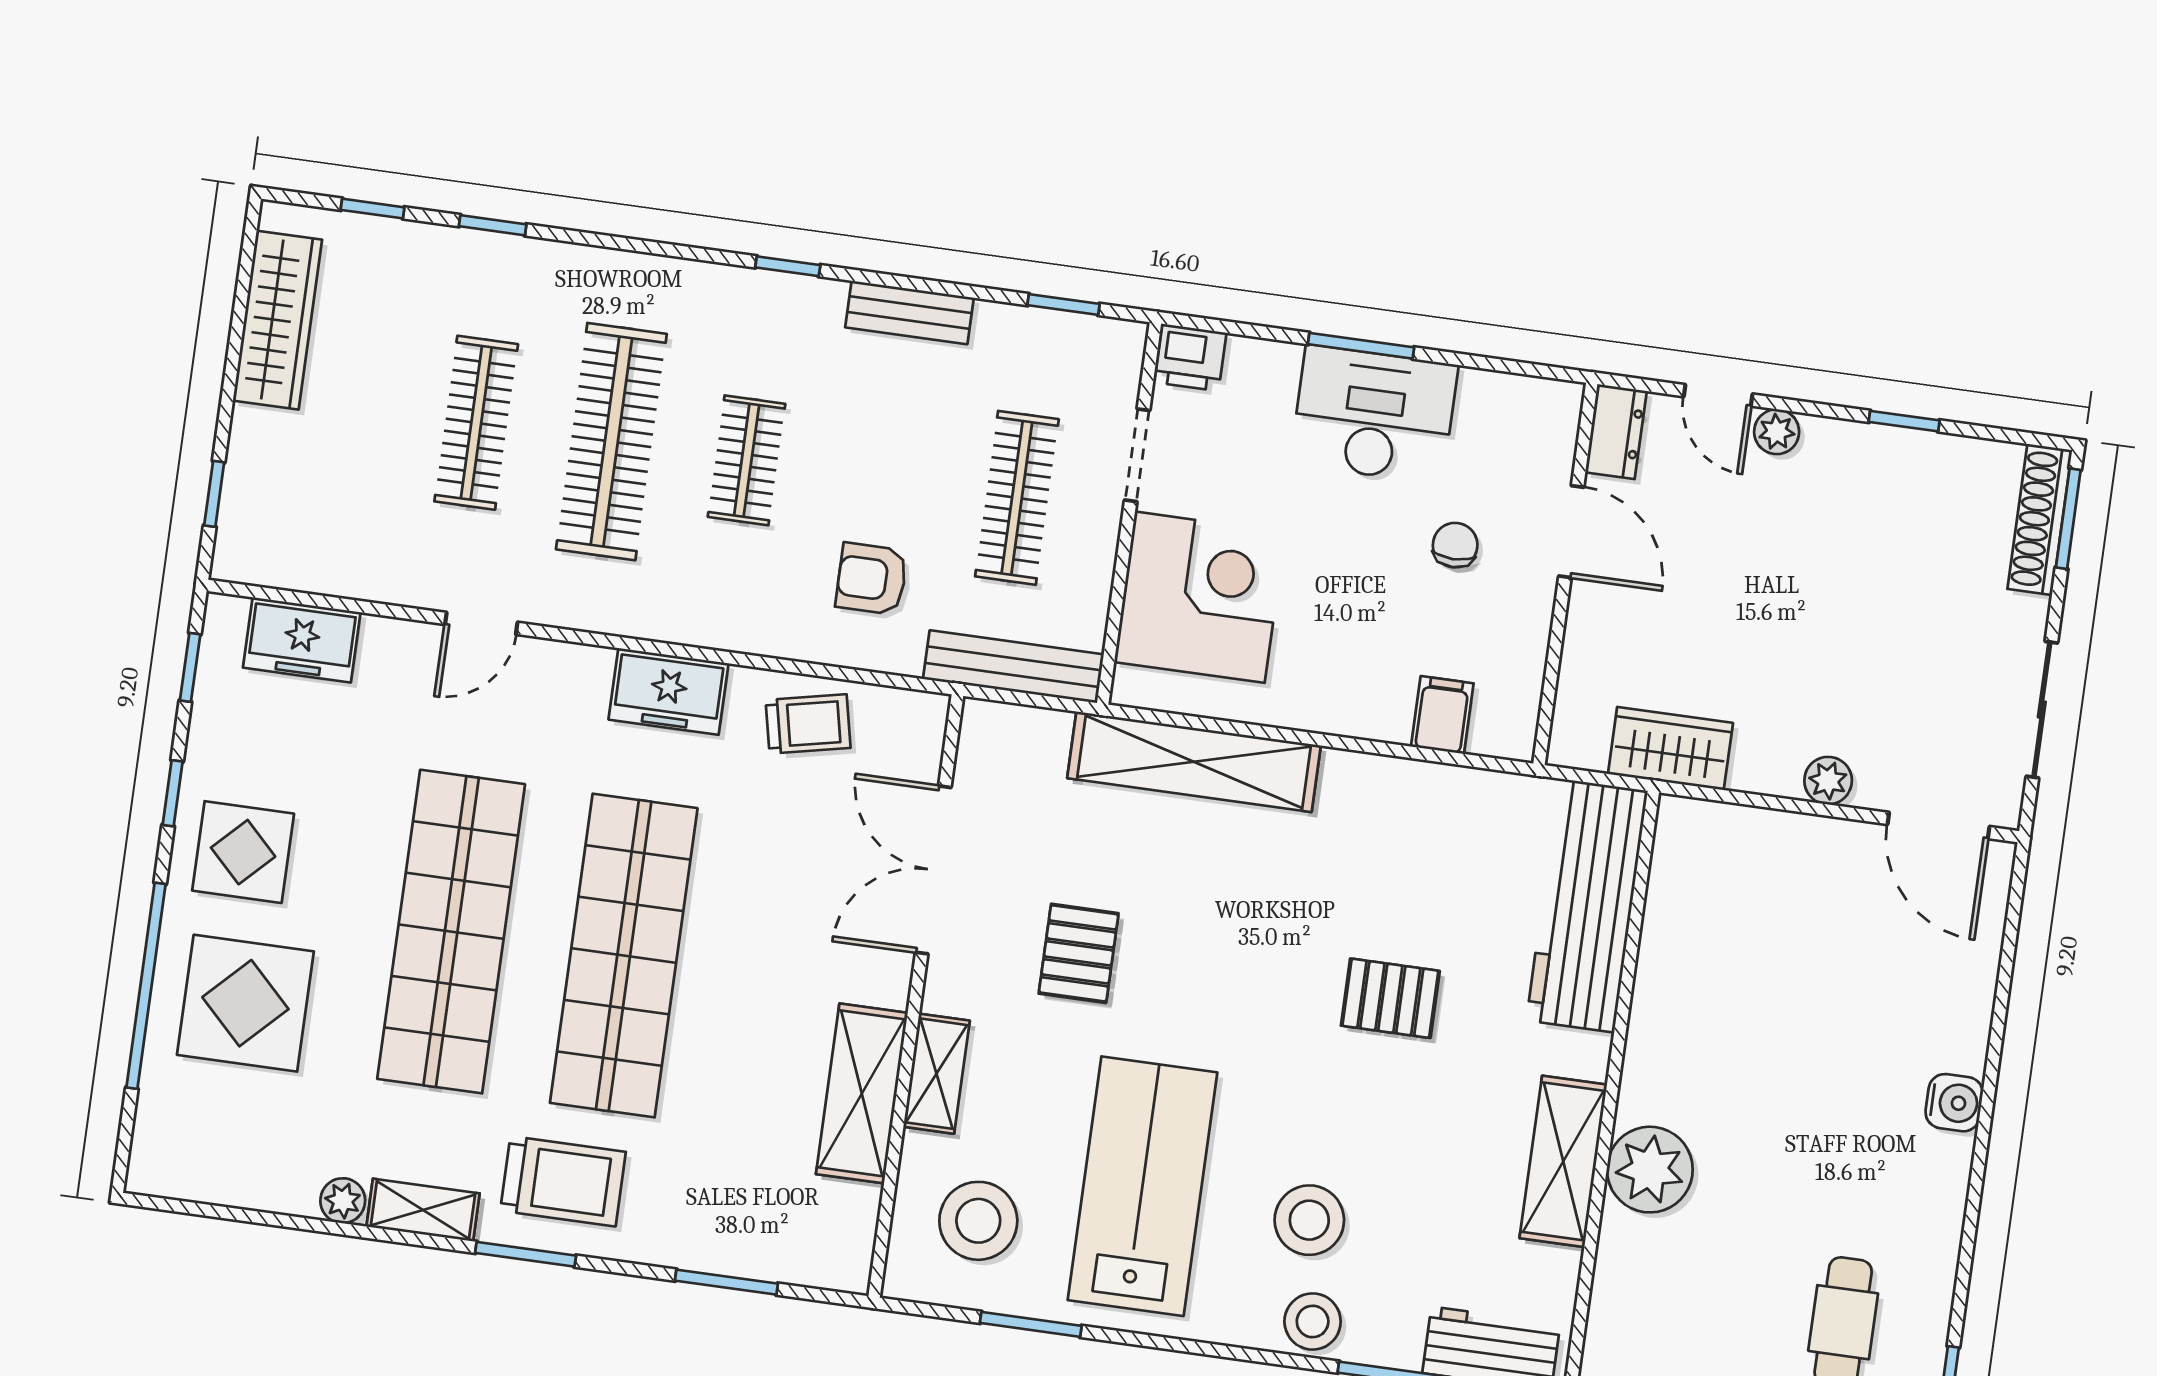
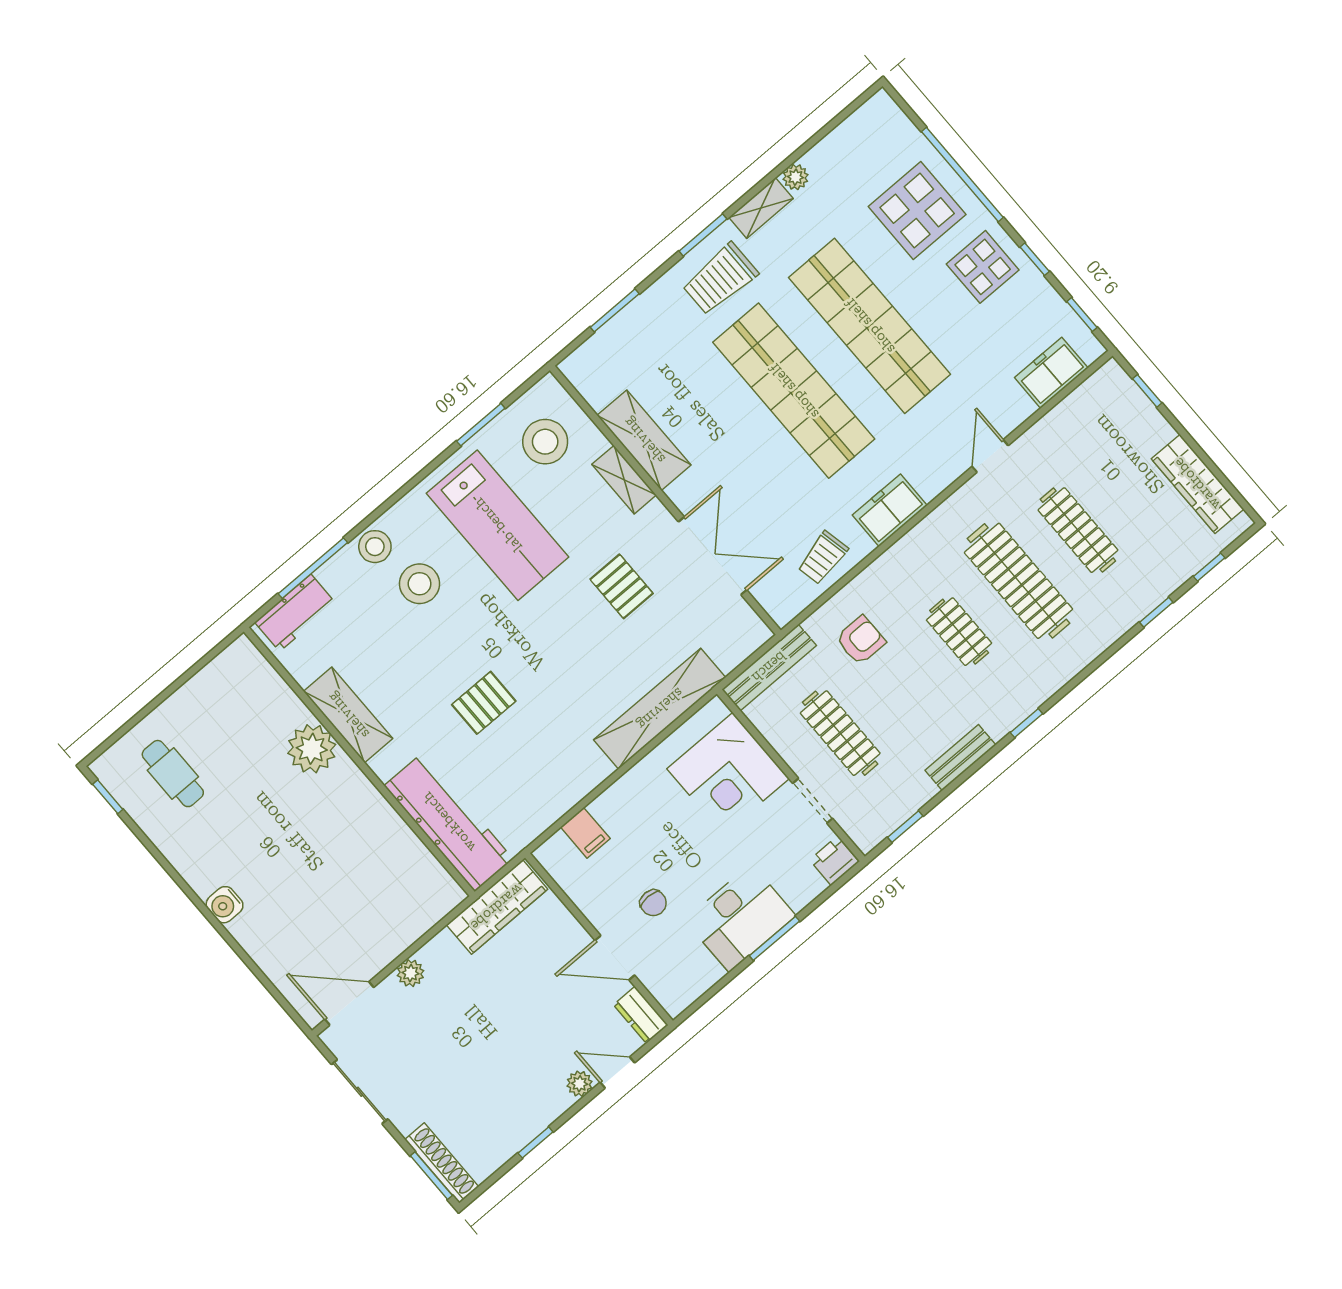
wardrobe: (1670, 748) -> (497, 907), width x1.50

